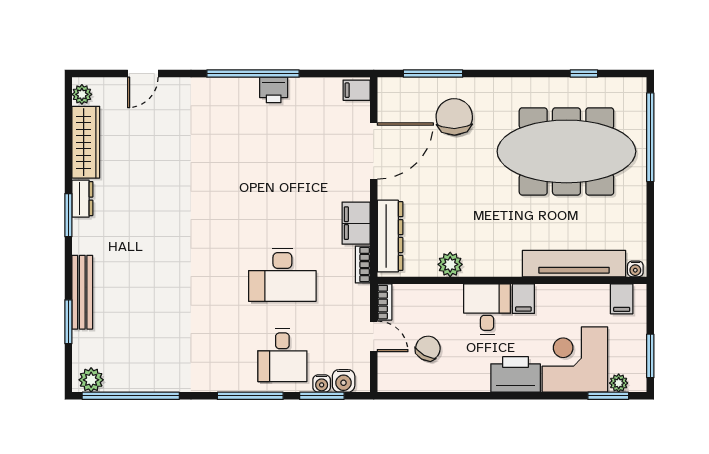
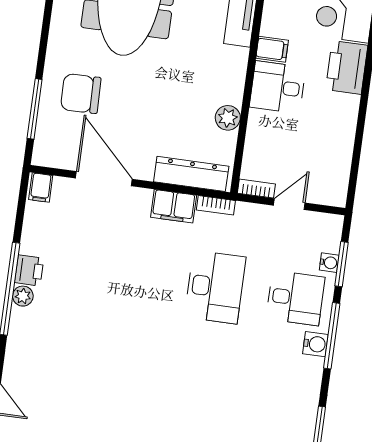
plant: (248, 87) -> (23, 296), added
chair: (428, 348) -> (309, 152), removed
water cooler: (344, 381) -> (315, 344), moved

